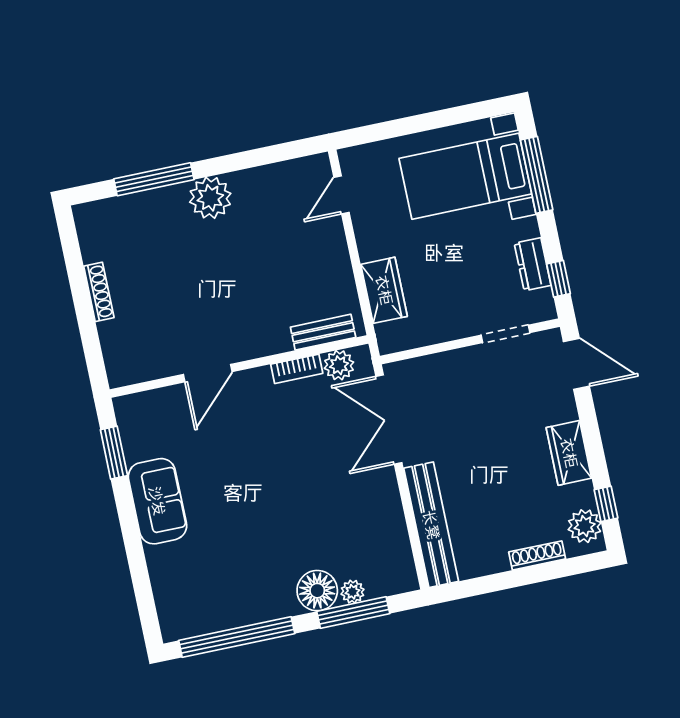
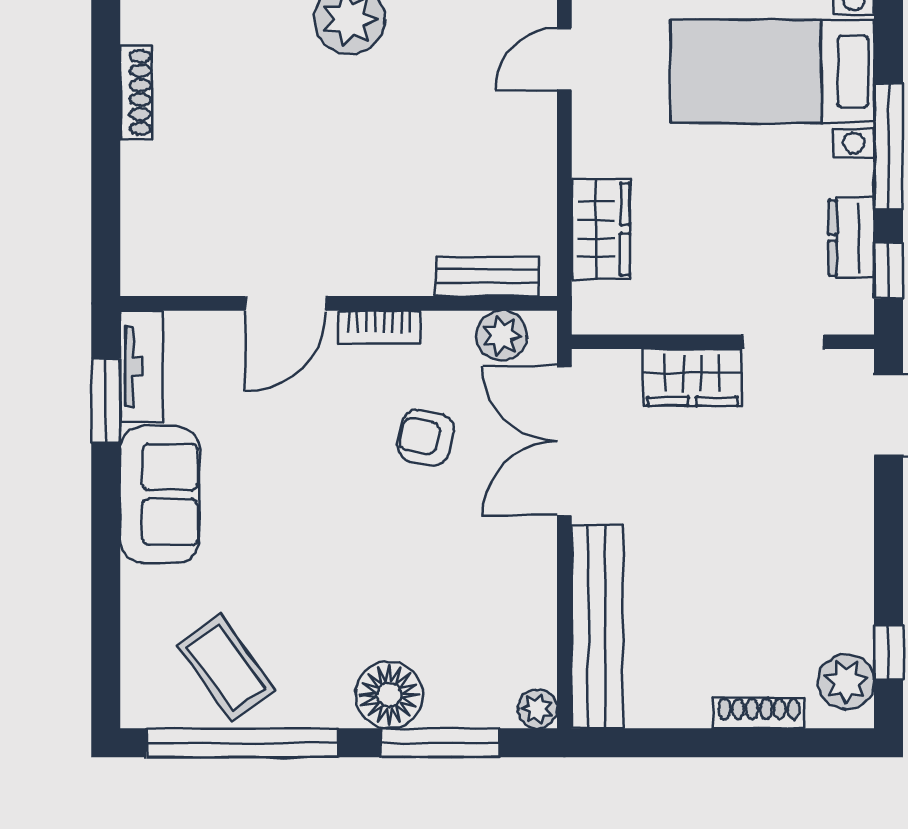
window: (537, 175) -> (889, 146), moved
shoe rack: (99, 292) -> (136, 92), moved
bookcase: (297, 369) -> (379, 327), moved
tv unit: (131, 428) -> (141, 366), added
armchair: (307, 435) -> (426, 438), added
wardrobe: (569, 453) -> (692, 377), moved, turned -90
plant: (353, 592) -> (538, 709), moved
coffee table: (218, 595) -> (226, 668), added

